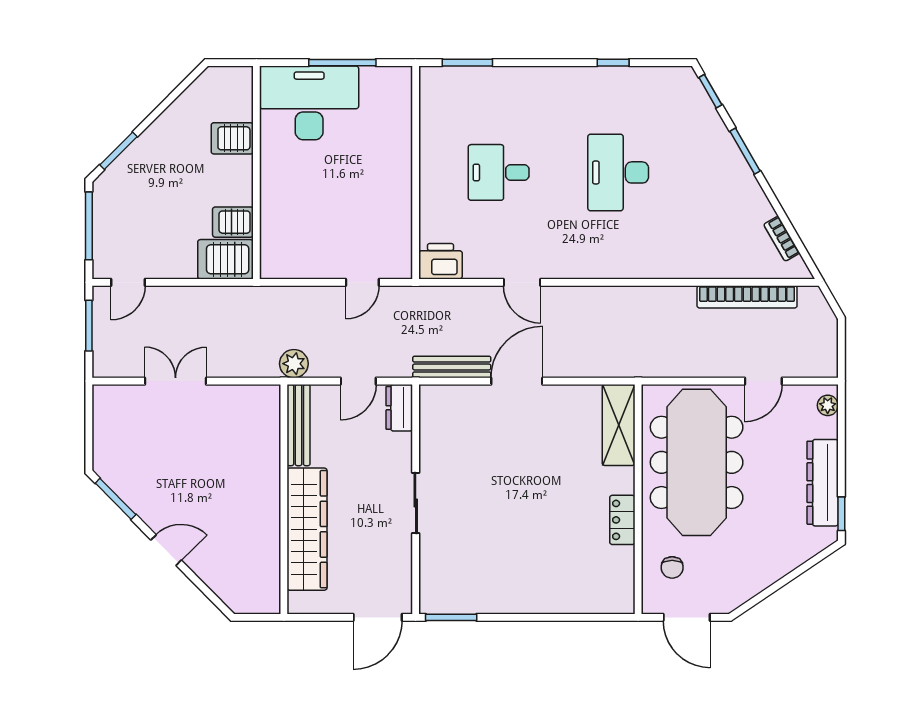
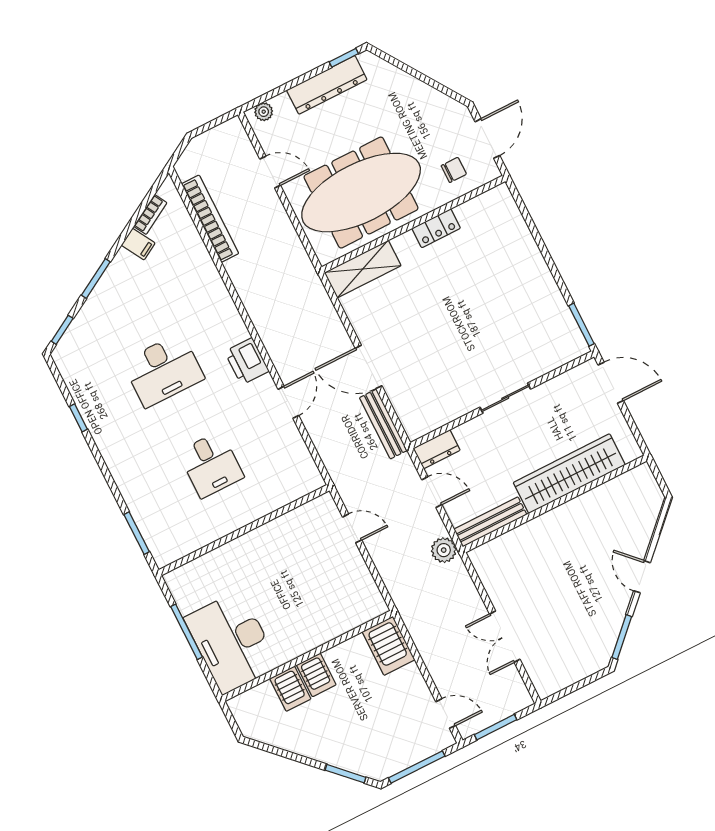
filing cabinet: (758, 211) -> (138, 244), added
server rack: (233, 222) -> (316, 675), moved
printer: (441, 261) -> (247, 361), moved

